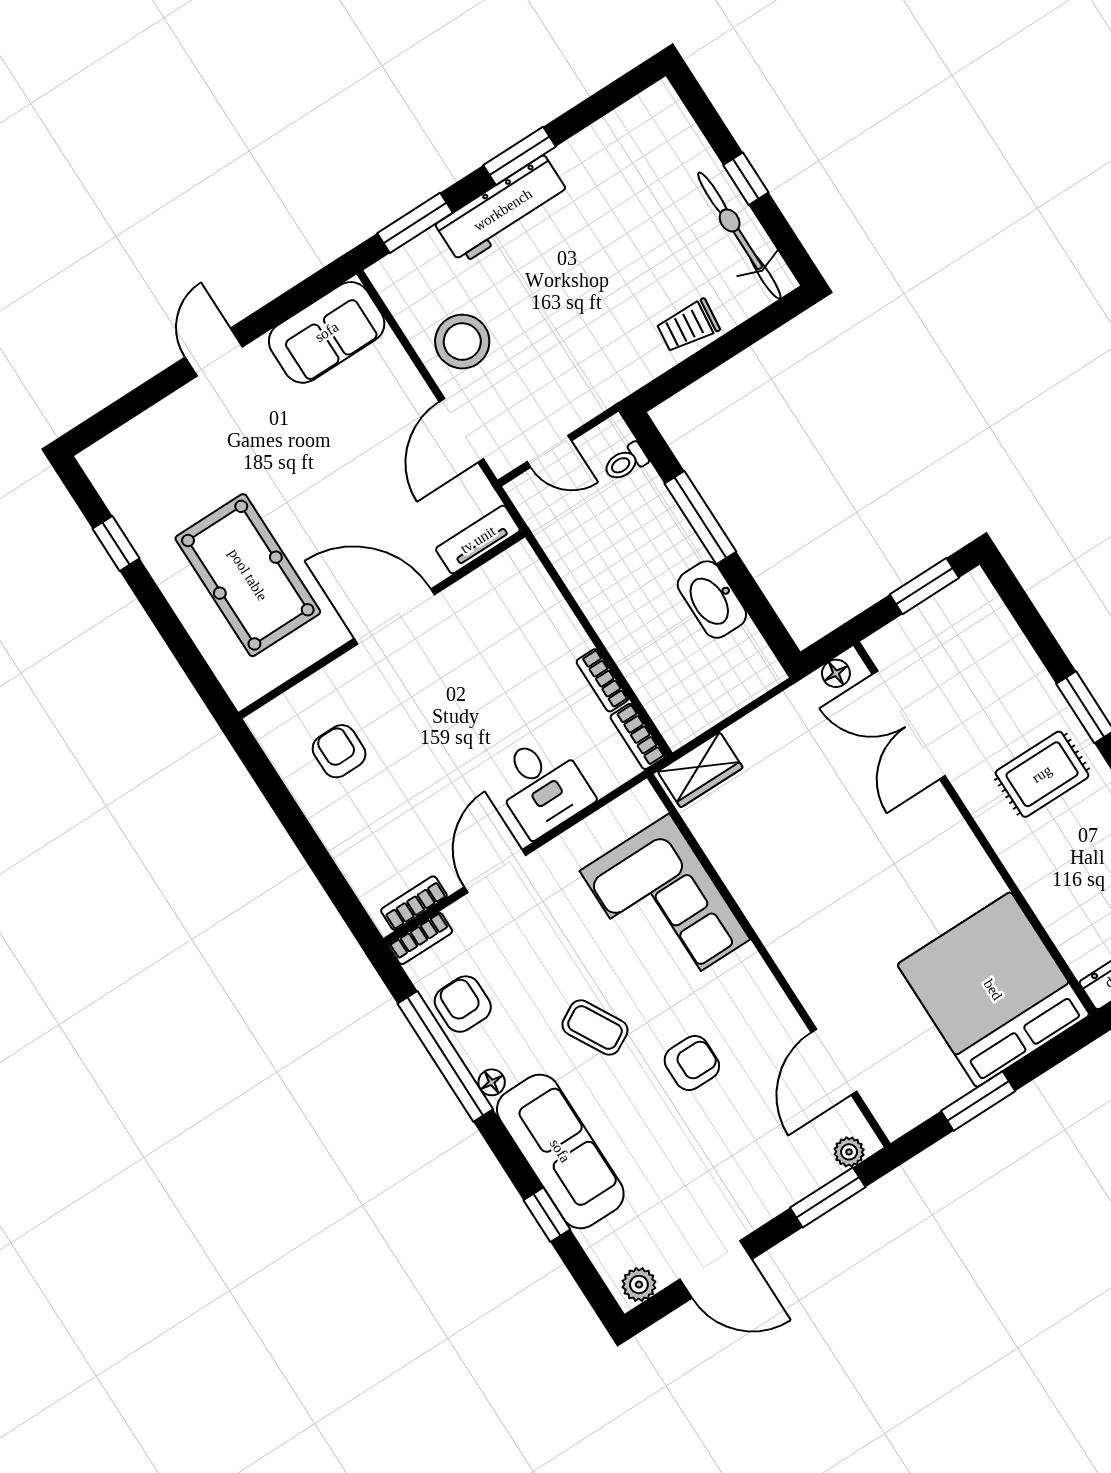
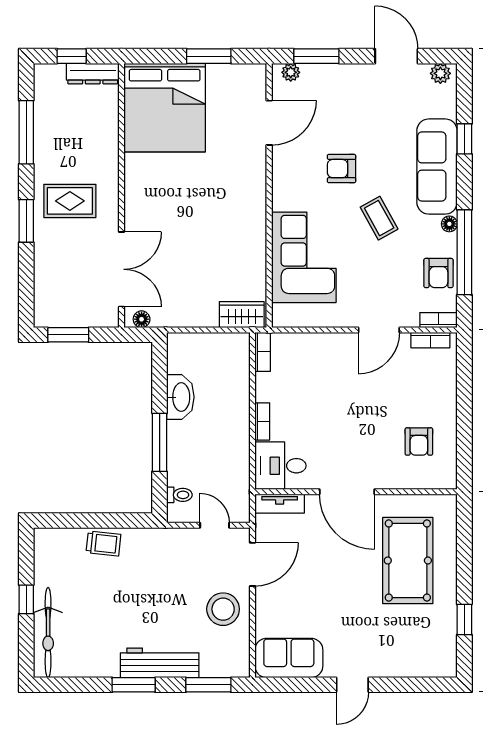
bicycle: (739, 236) -> (48, 632), moved
bookcase: (602, 680) -> (262, 421), moved
desk: (542, 786) -> (280, 466), moved, turned -90

